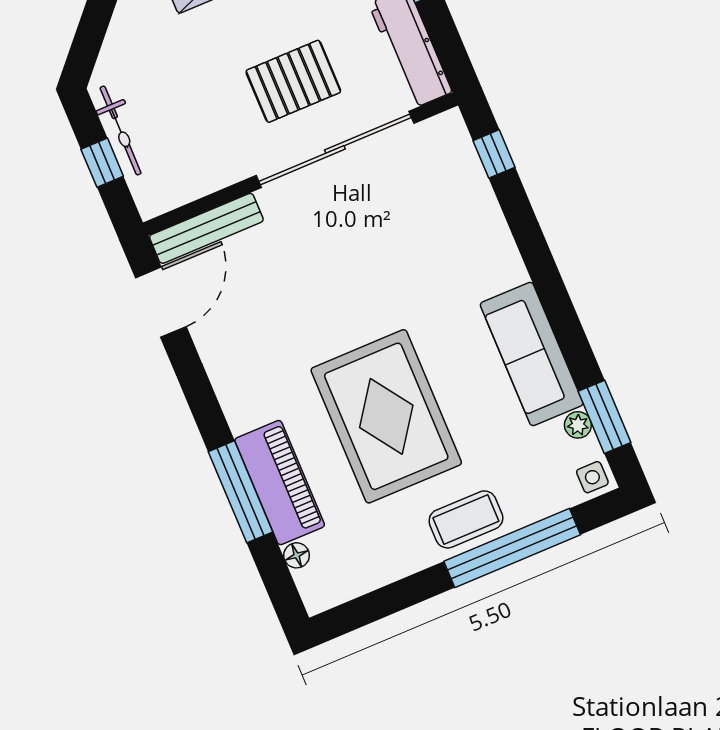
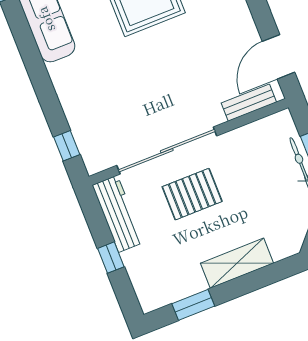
bench: (206, 228) -> (249, 103), width x0.73

